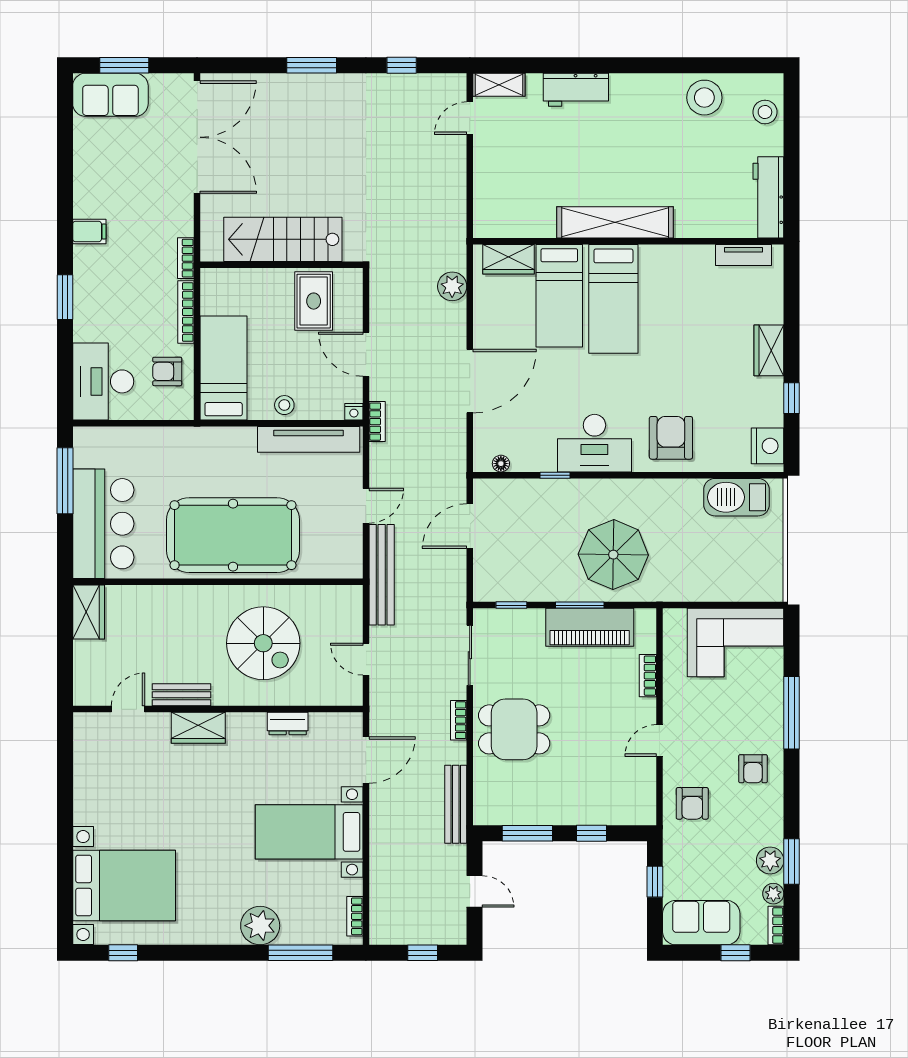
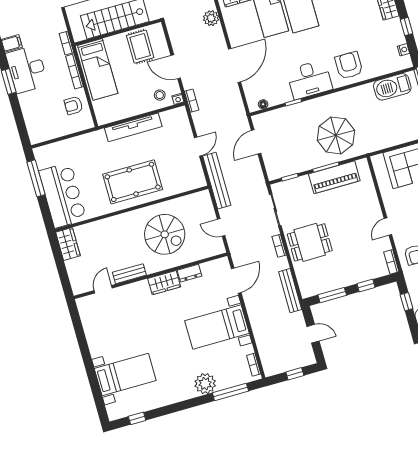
bed: (224, 368) -> (98, 69), moved, turned 180
desk: (103, 381) -> (27, 69), moved
stool: (284, 405) -> (160, 95), moved
tv unit: (309, 439) -> (133, 127), moved
nightstand: (768, 446) -> (403, 50), width x0.53, depth x0.56
pool table: (233, 535) -> (133, 182), width x0.73, depth x0.76
bookcase: (648, 676) -> (391, 262), moved
wardrobe: (198, 728) -> (164, 283), moved
bed with nightstands: (124, 886) -> (125, 375), width x0.73

